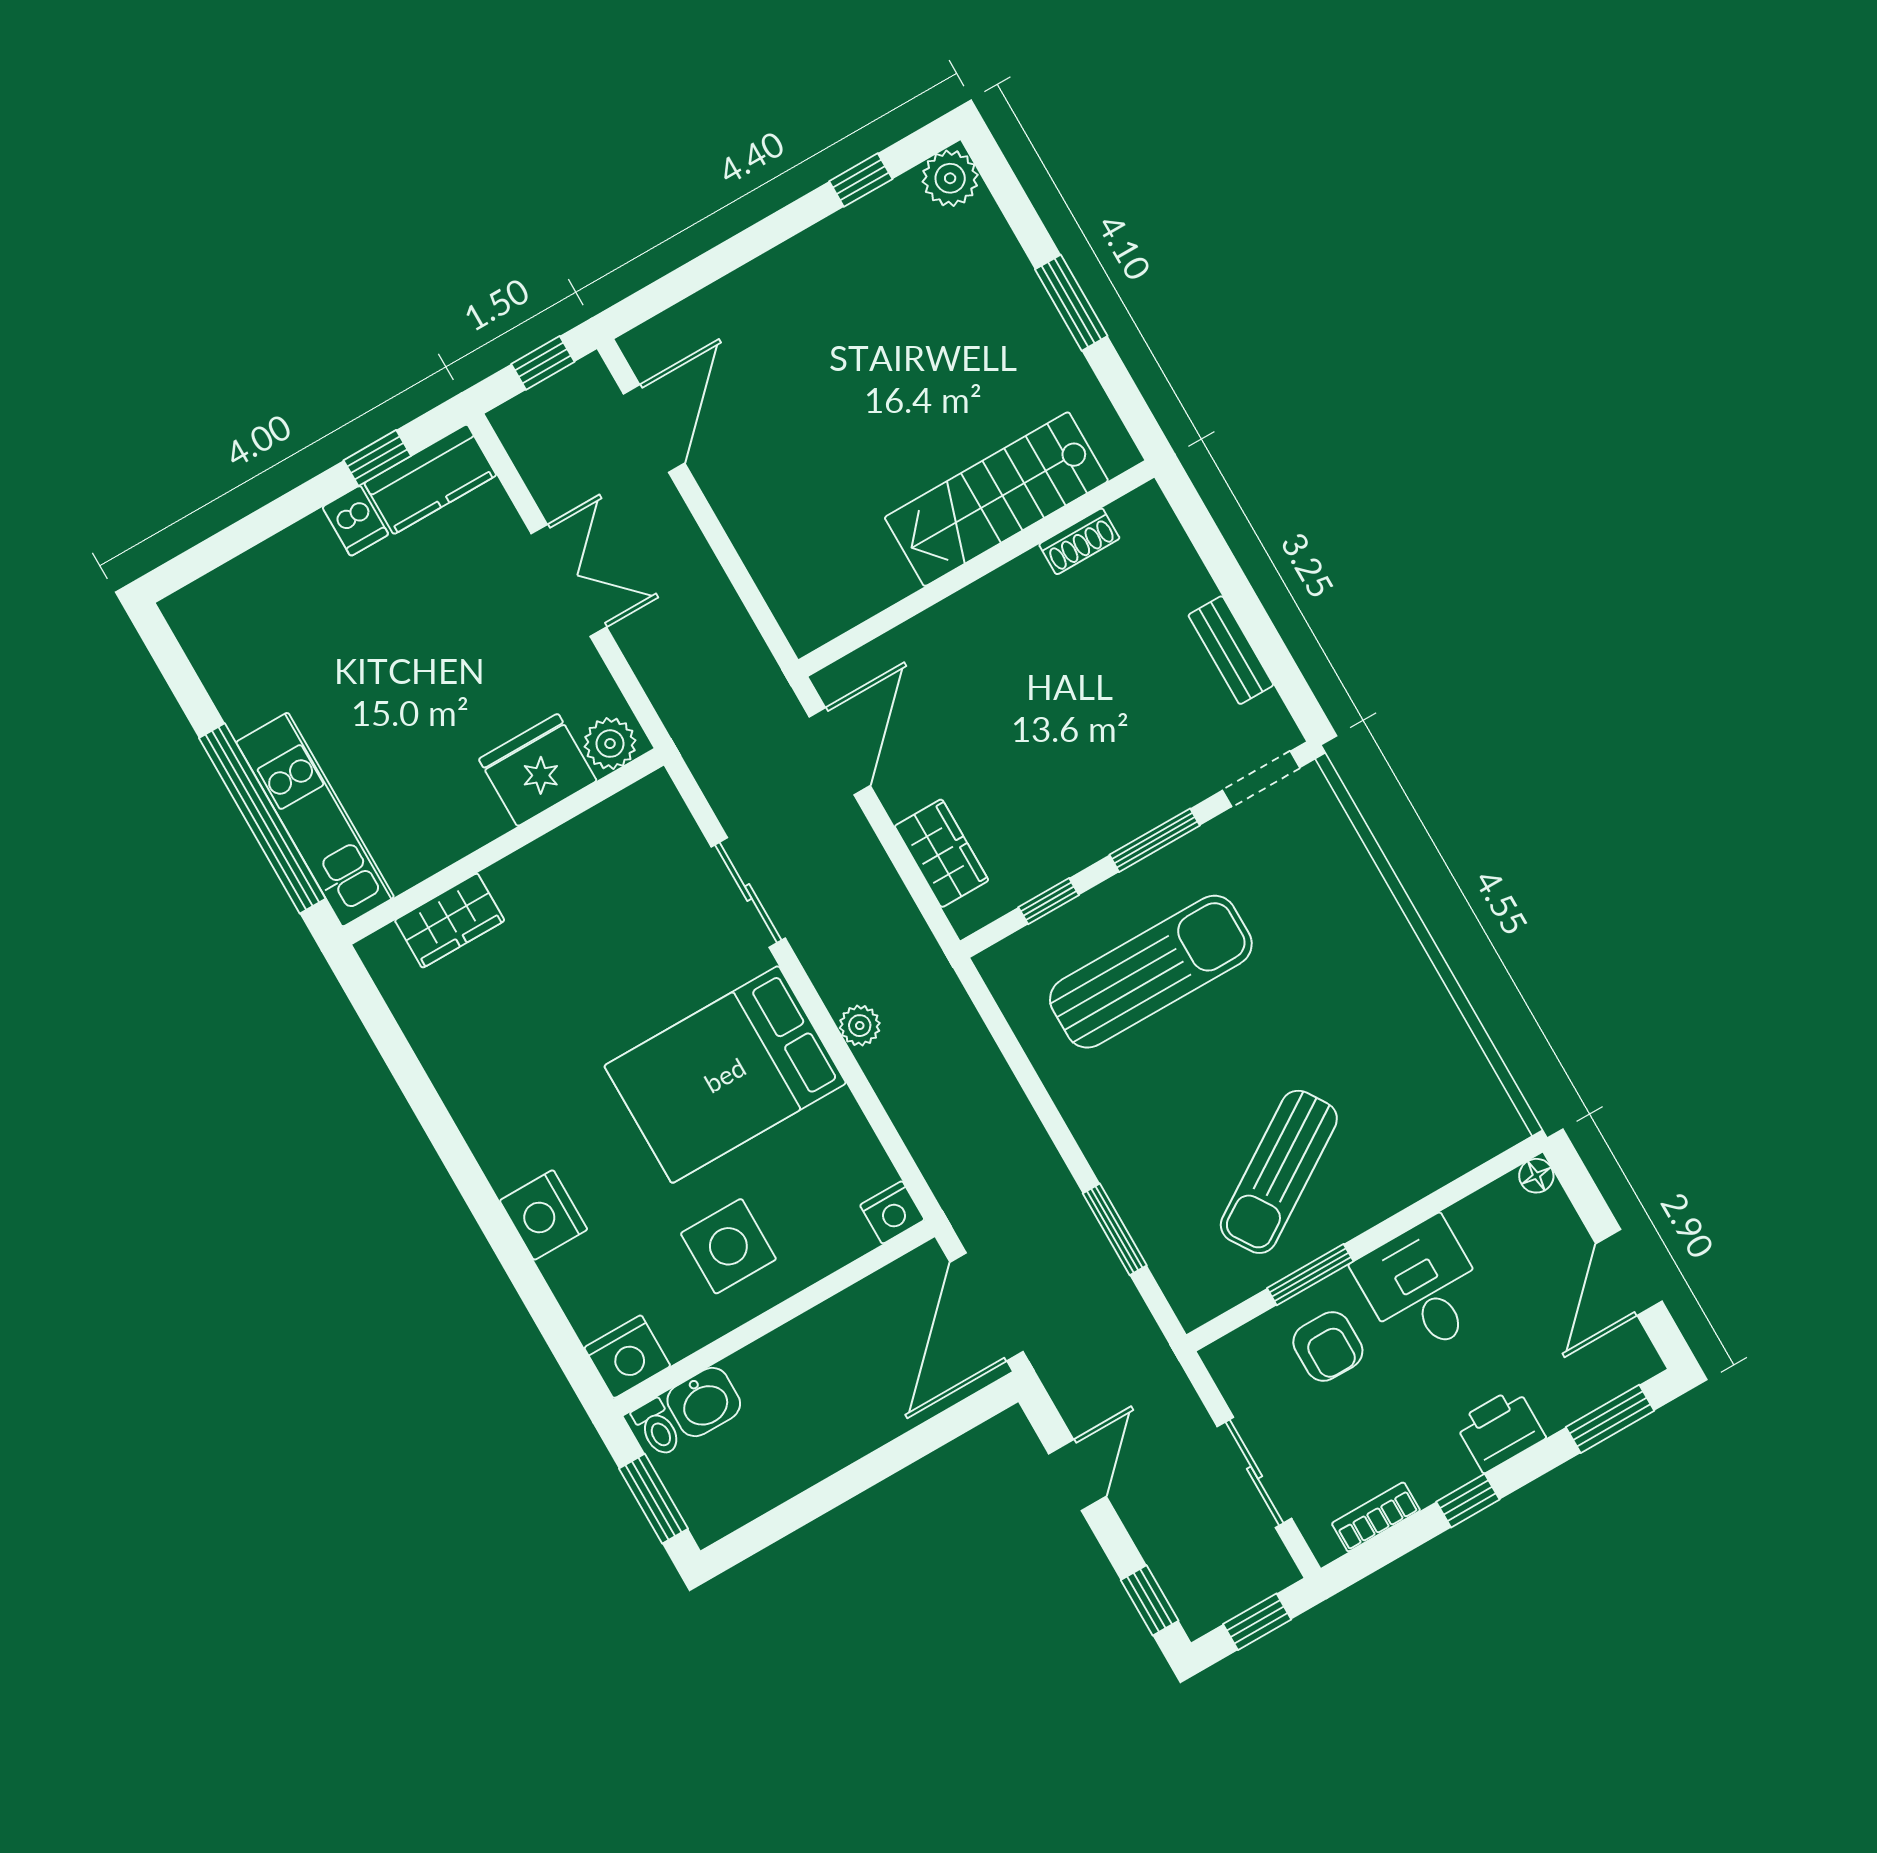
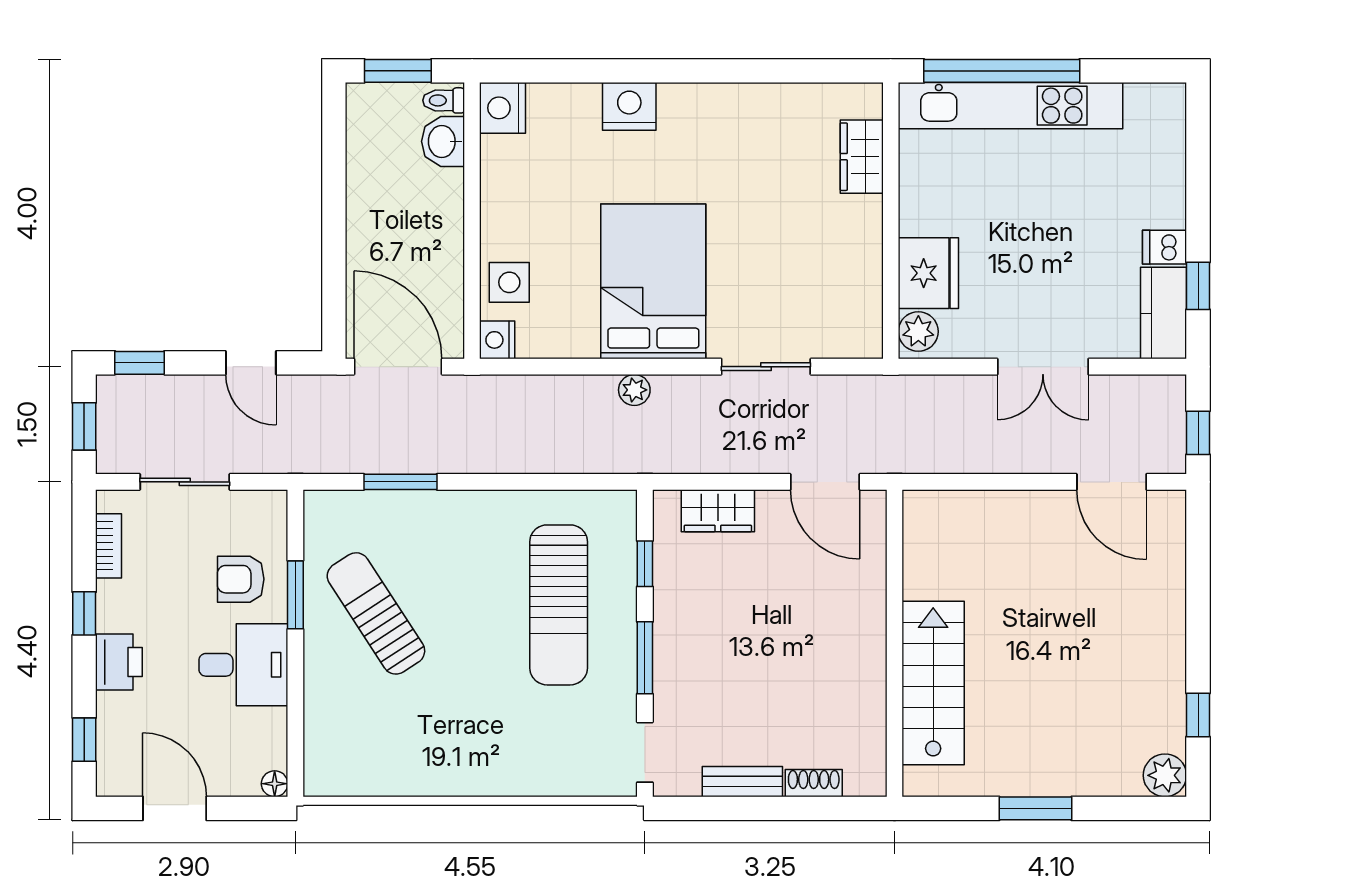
shoe rack: (1079, 541) -> (814, 783), moved, turned 90
kitchen unit: (315, 820) -> (1011, 106), width x1.36
side table: (728, 1246) -> (509, 282), moved, width x0.73, depth x0.73
window: (1610, 1419) -> (84, 740), width x0.67

